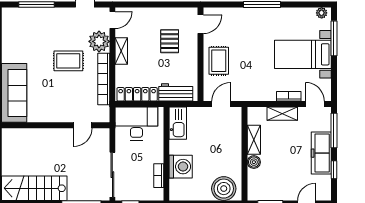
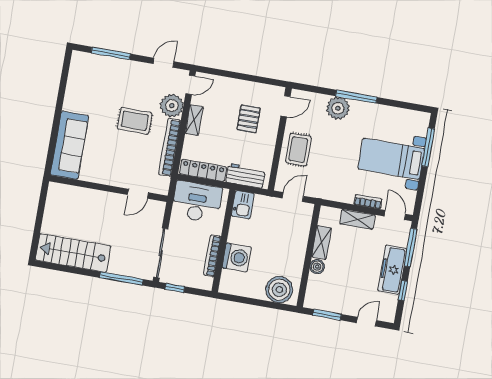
plant: (322, 13) -> (338, 108), moved, width x1.88, depth x1.88
kitchen sink: (178, 123) -> (243, 205), width x0.73
bookcase: (159, 176) -> (212, 256), width x1.56

